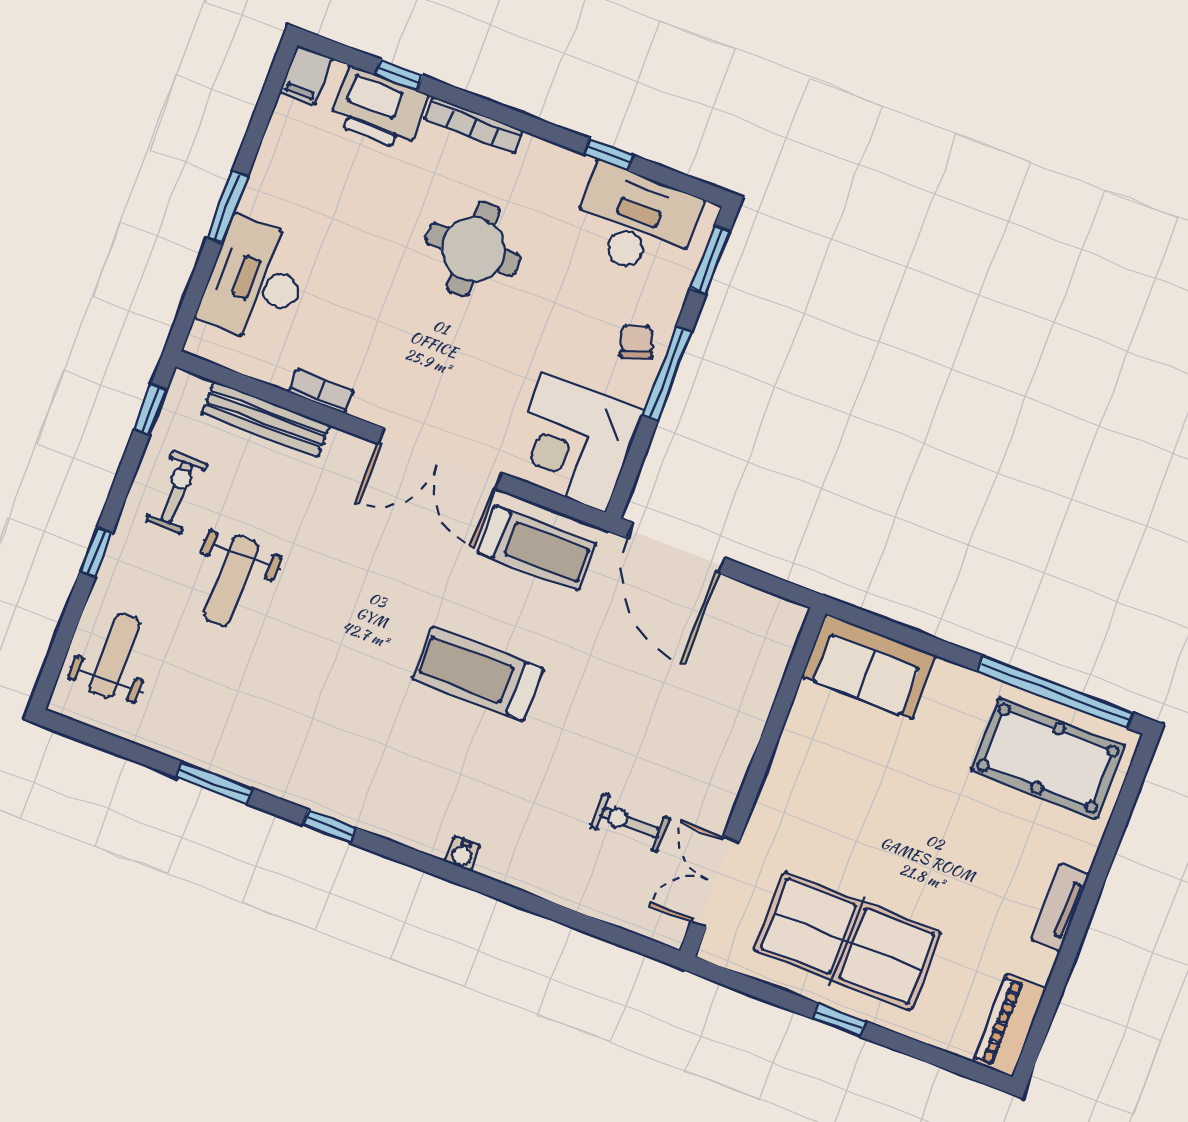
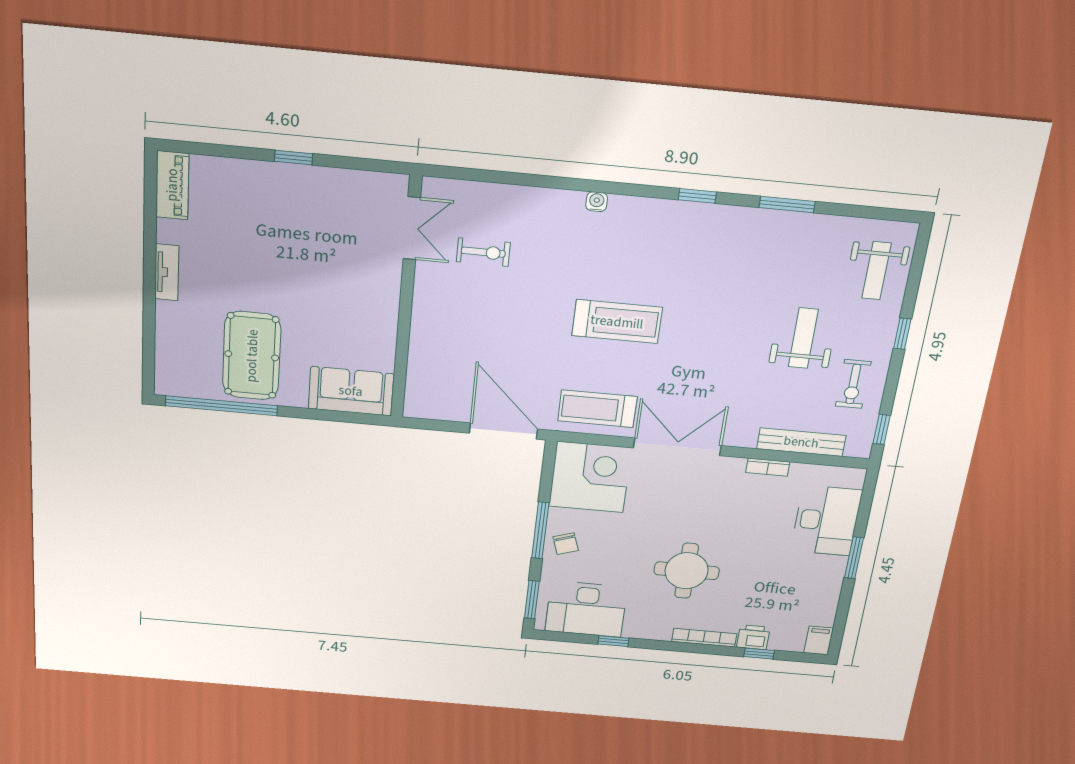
printer: (379, 109) -> (753, 637), width x0.53, depth x0.68
pool table: (1048, 758) -> (252, 356), moved, turned 90
table tennis table: (848, 941) -> (306, 212), removed

